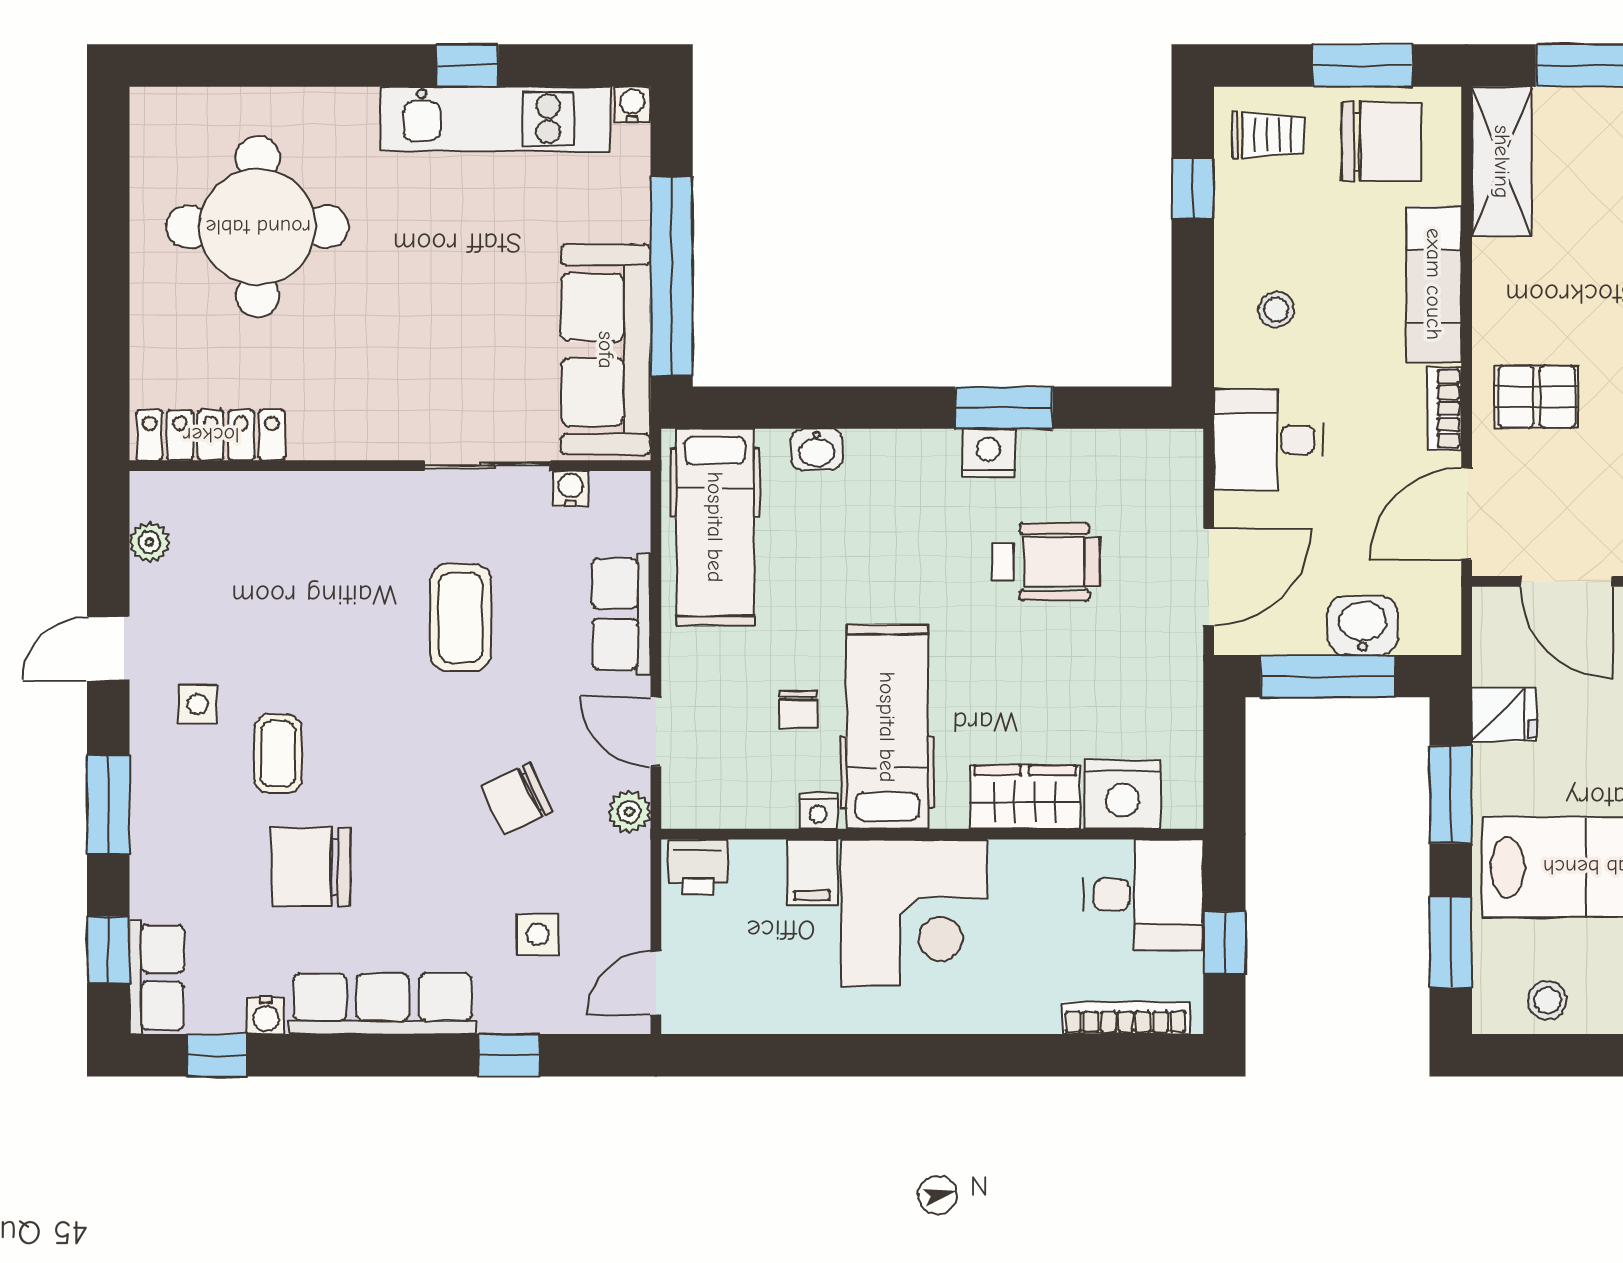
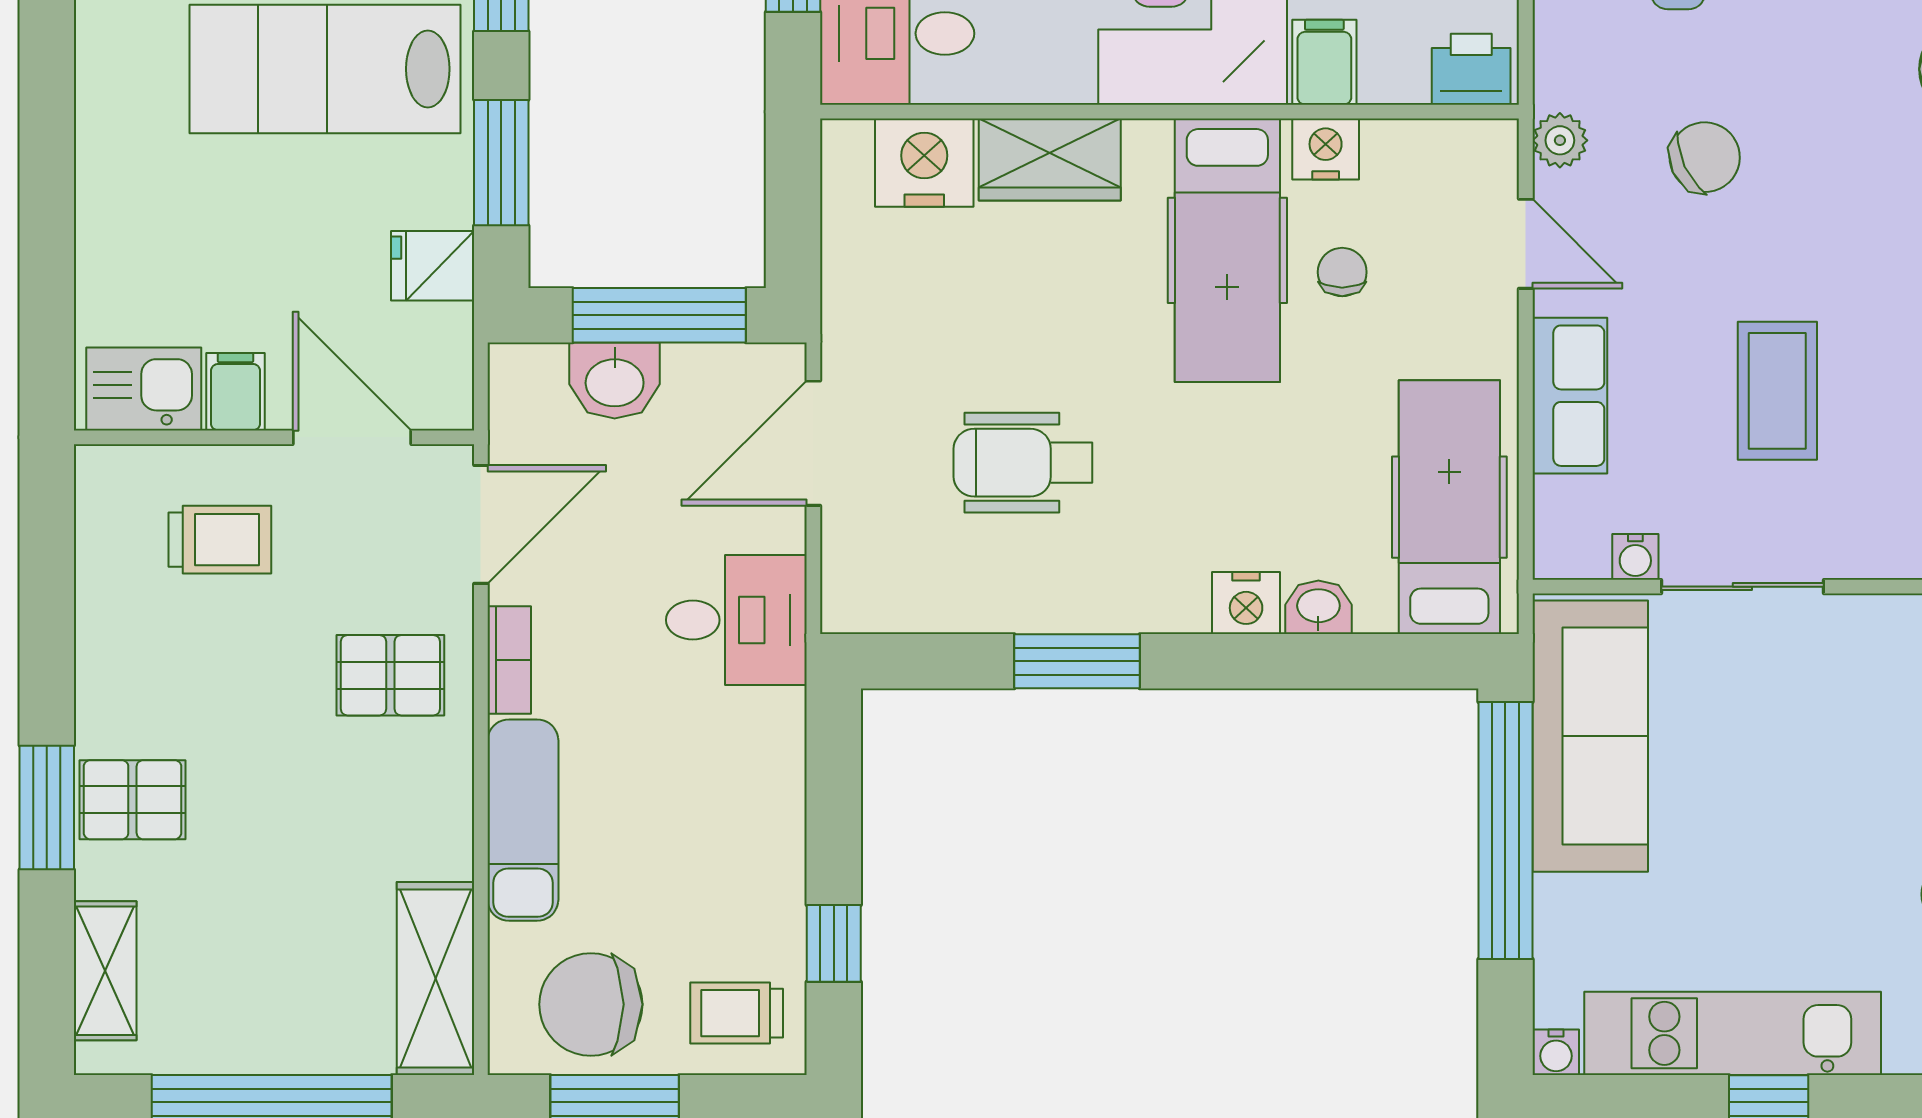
stool: (1276, 310) -> (726, 788), removed
nightstand: (988, 453) -> (1246, 603), moved
nightstand: (818, 811) -> (1326, 149), width x1.39, depth x1.35

